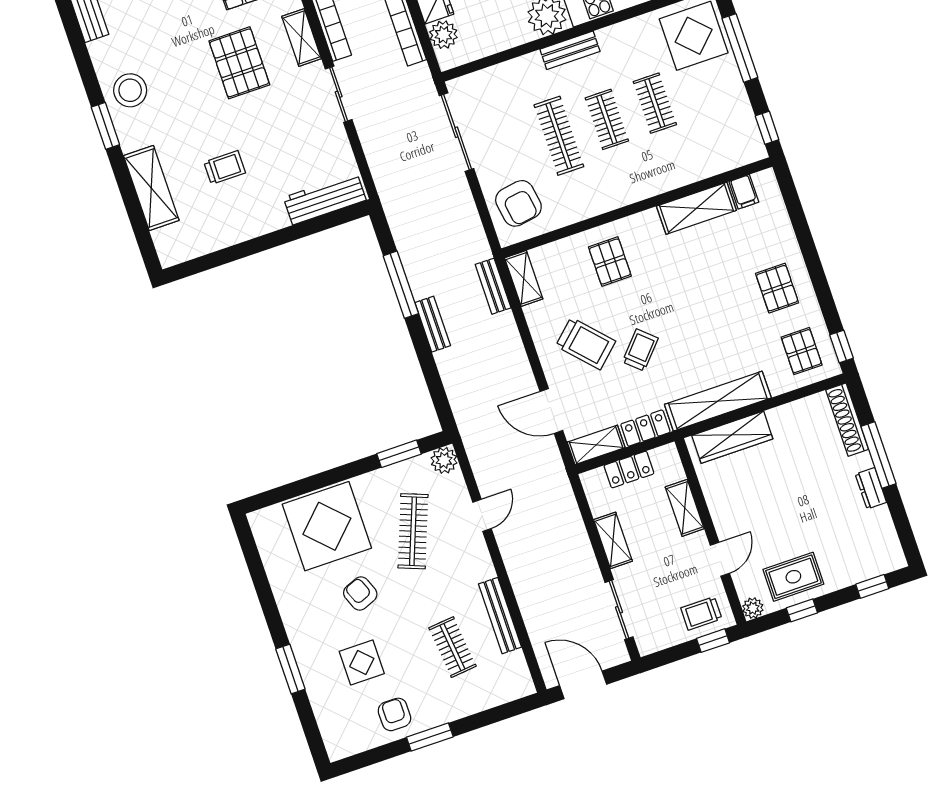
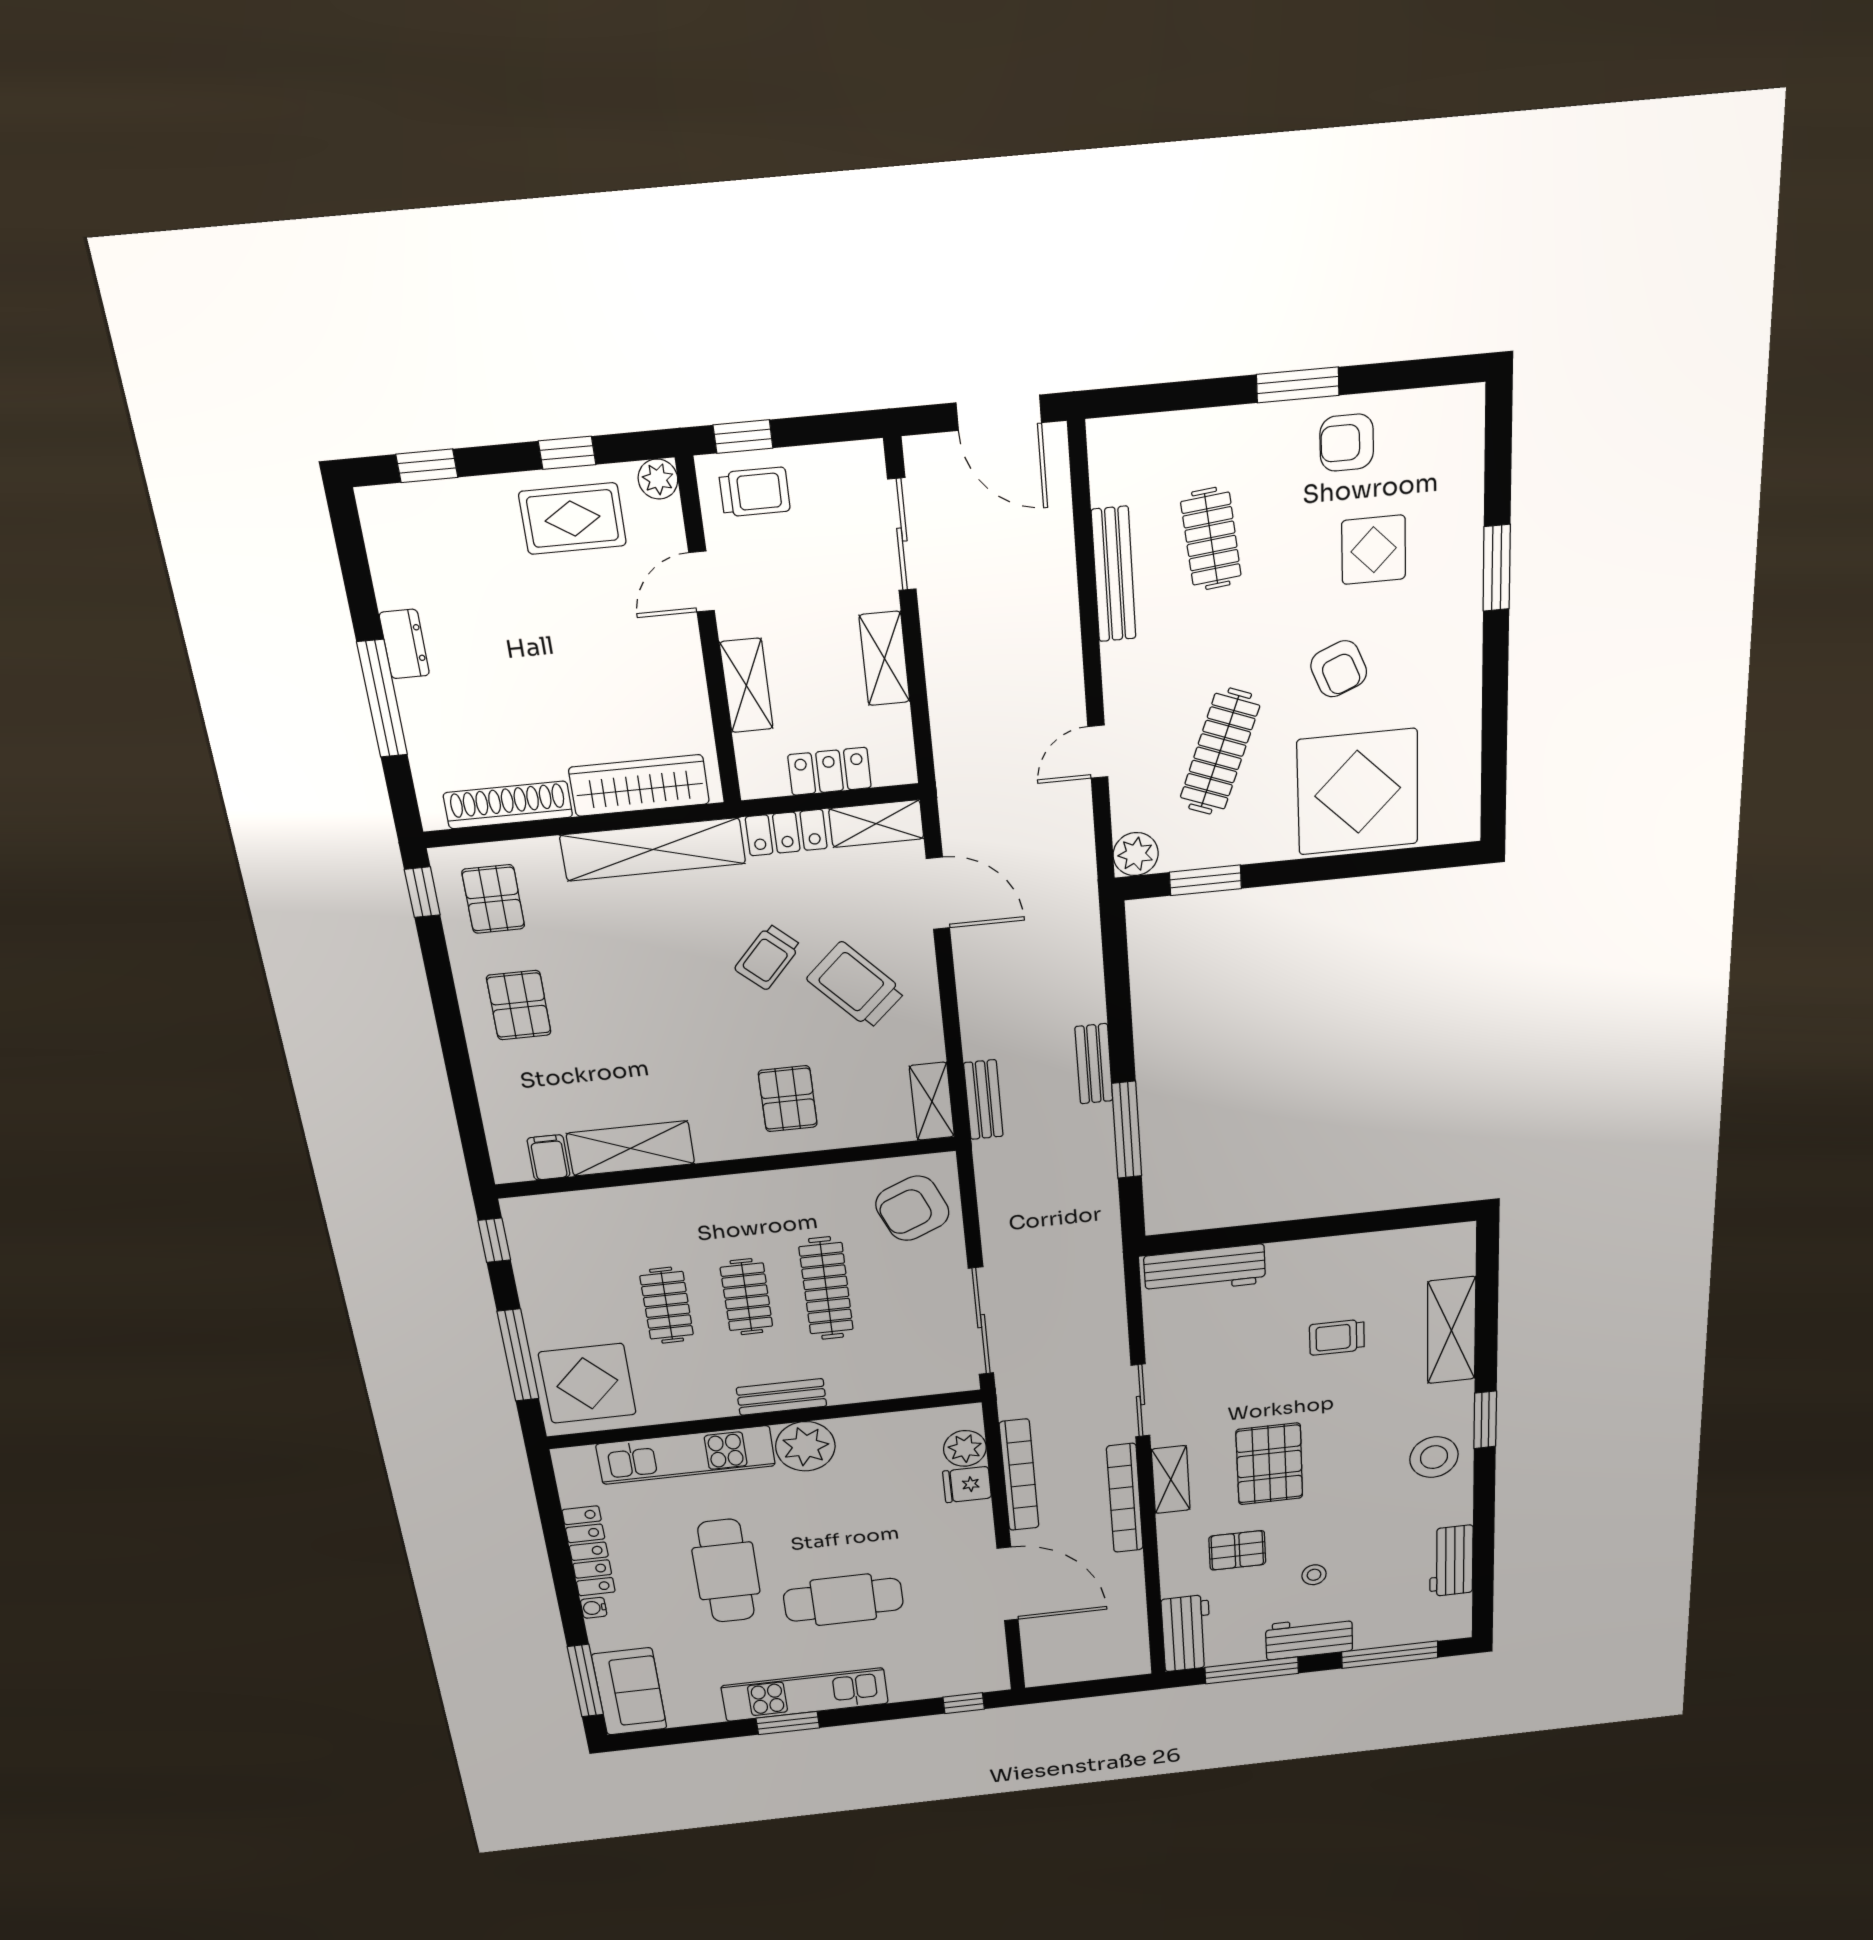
armchair: (518, 203) -> (912, 1208), turned -104
shoe rack: (847, 420) -> (508, 805), moved, turned -90
armchair: (394, 714) -> (1347, 443), turned 90

